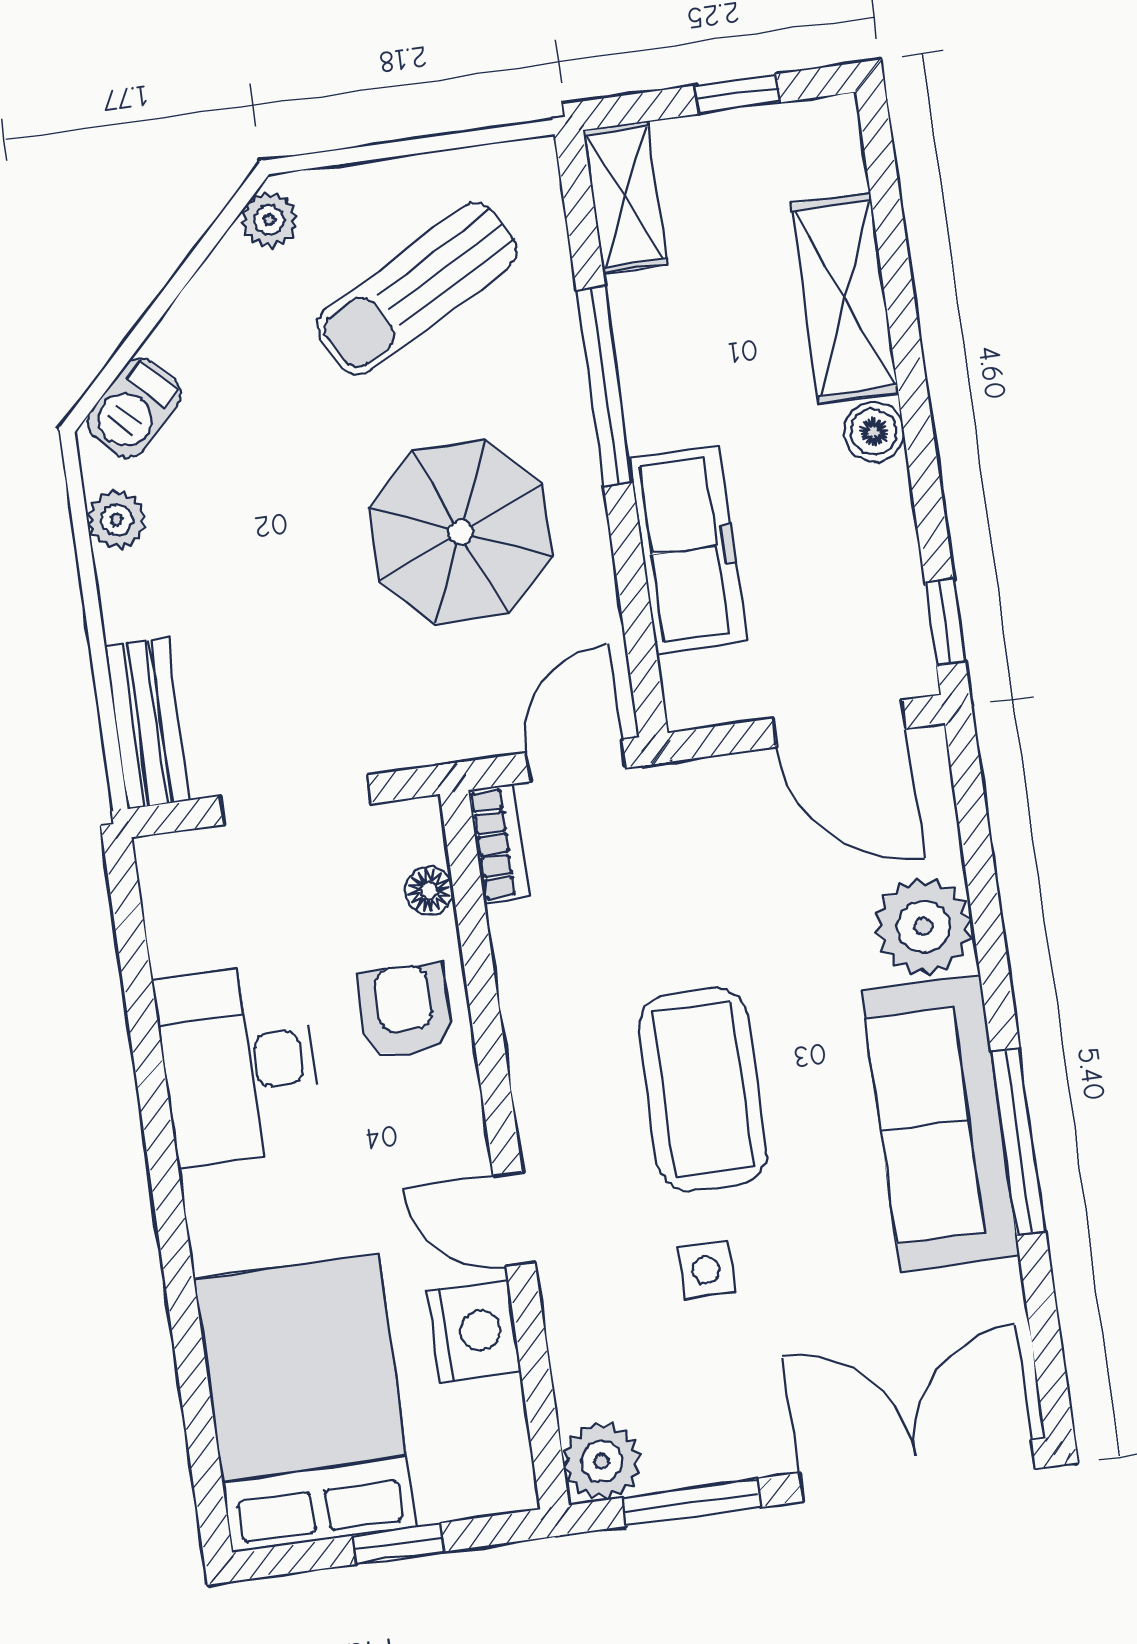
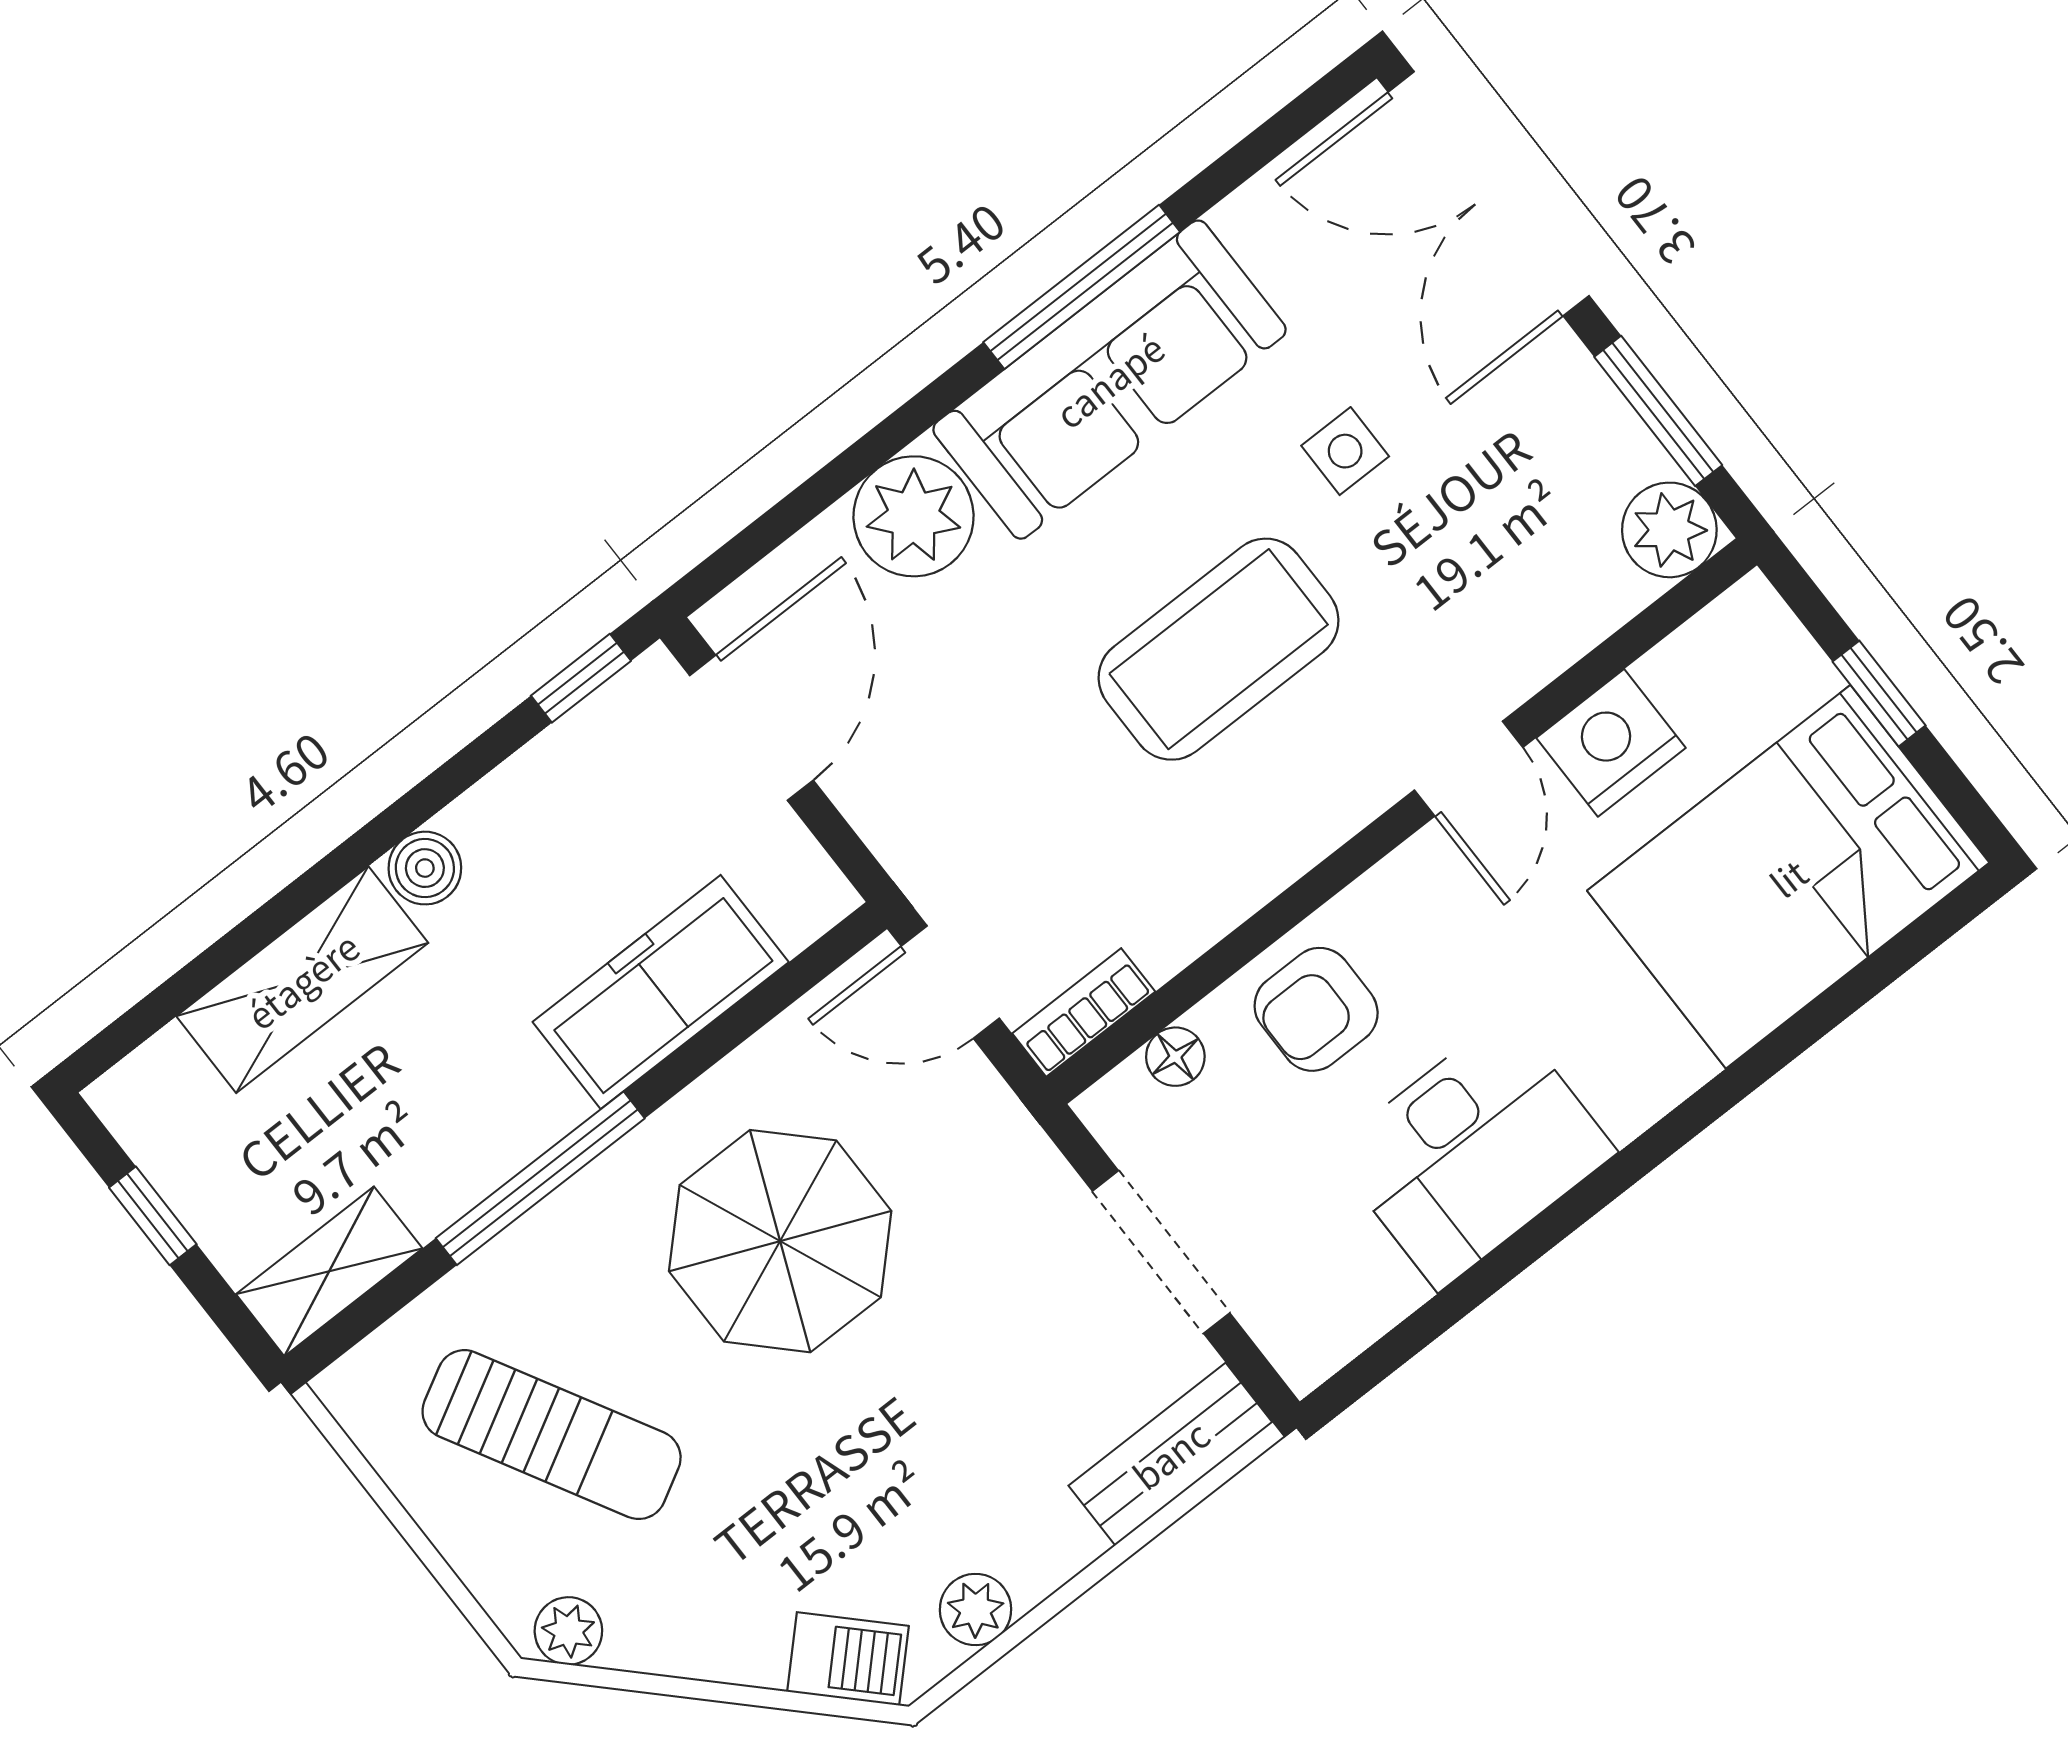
side table: (706, 1270) -> (1345, 451), moved

